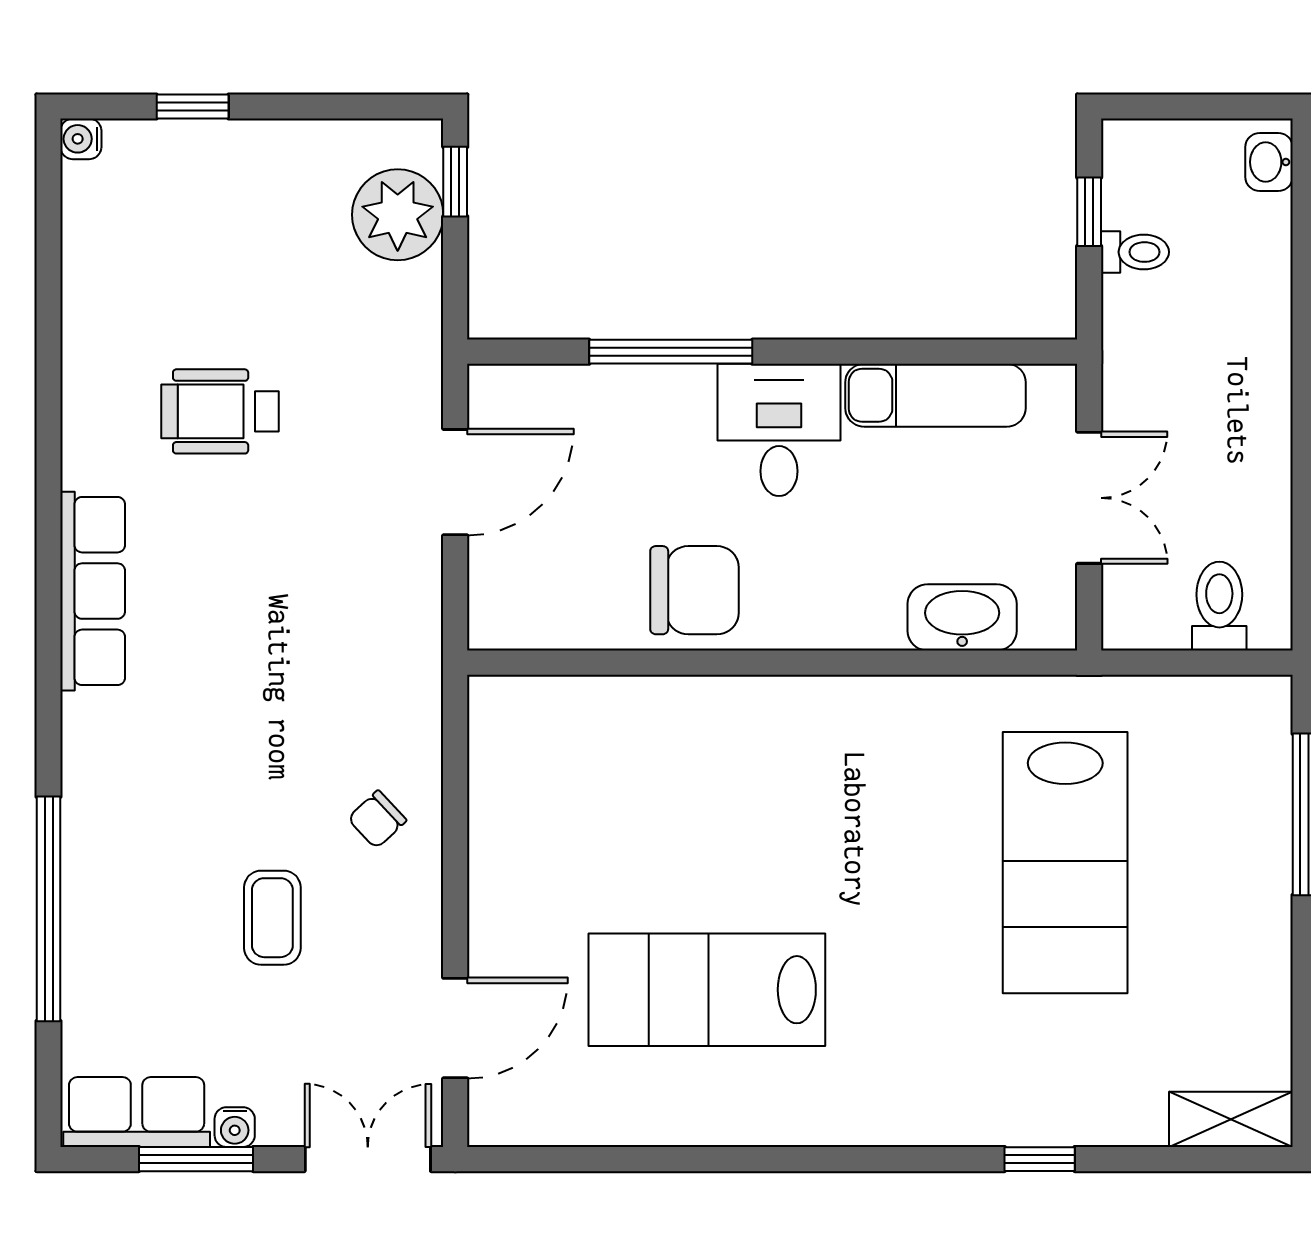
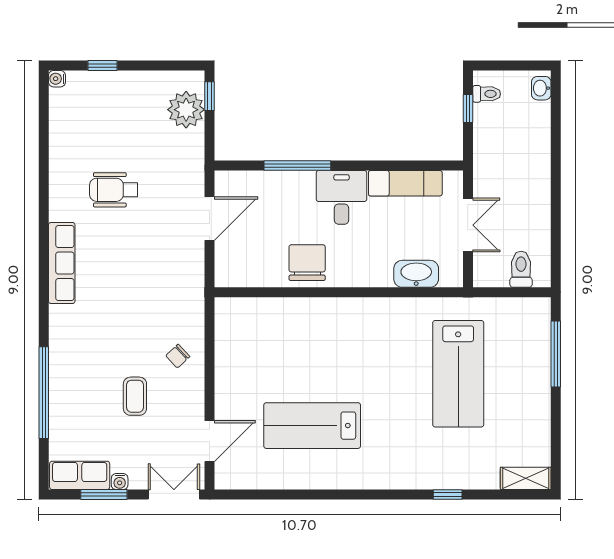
toilet: (1135, 252) -> (487, 94), moved
chair: (695, 590) -> (307, 263), turned -90

